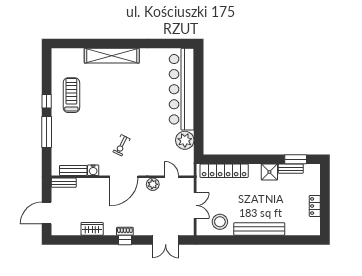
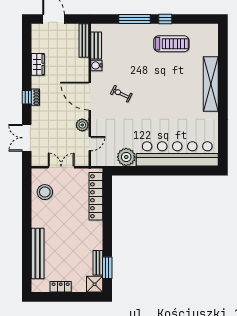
shower: (269, 172) -> (95, 284), moved
bench: (64, 183) -> (84, 40), width x1.36
double door: (195, 205) -> (61, 167), swing flipped
bench: (259, 229) -> (38, 253), moved

